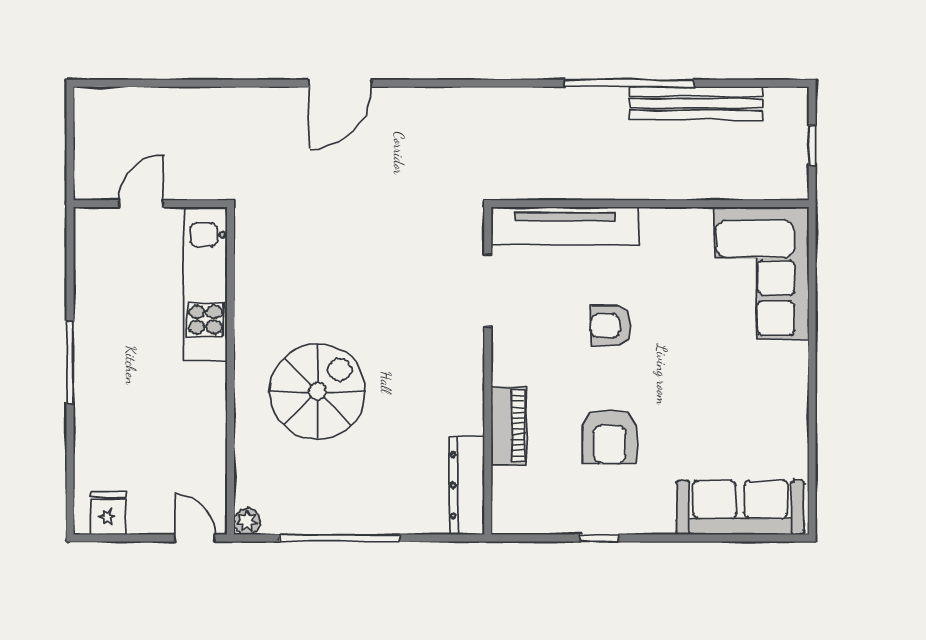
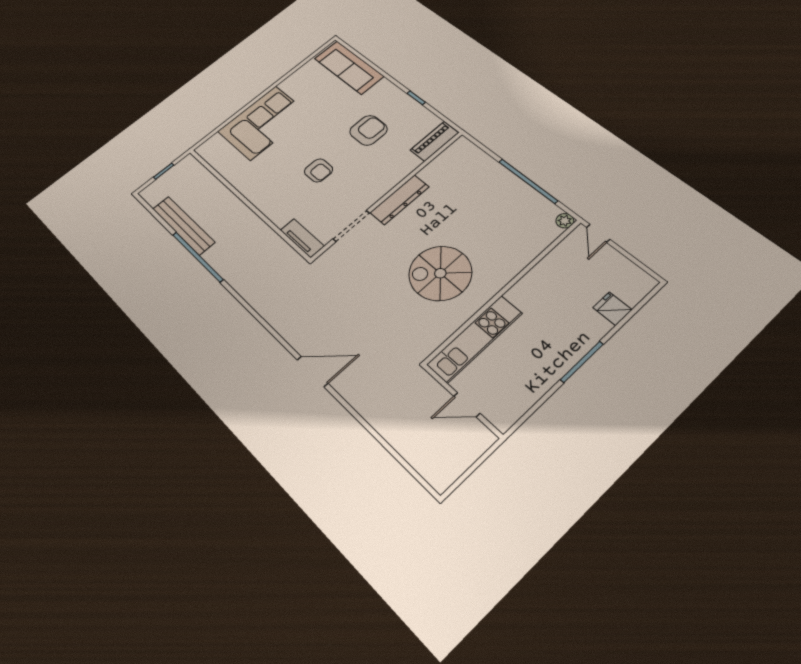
tv unit: (565, 226) -> (302, 238), width x0.52, depth x0.78
corner sofa: (761, 273) -> (263, 123), moved
spiral stairs: (318, 392) -> (440, 273), moved
piano: (509, 426) -> (434, 141), moved
dresser: (467, 485) -> (400, 200), moved
fridge: (108, 513) -> (612, 309), moved, turned 90

